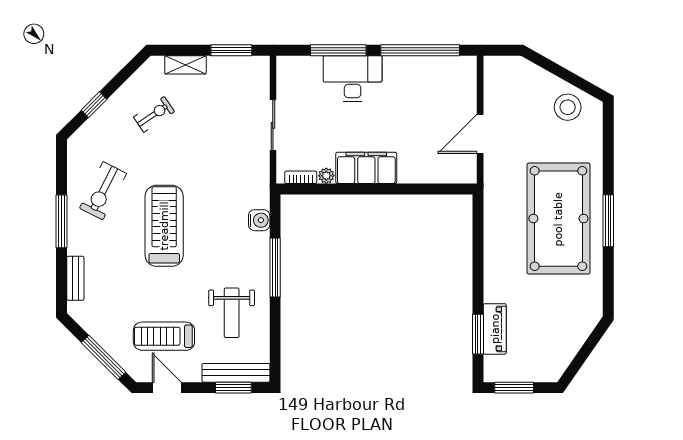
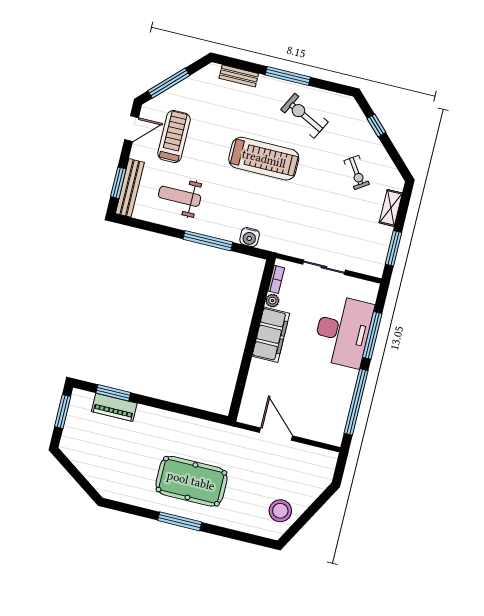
desk: (353, 79) -> (343, 331), width x1.36, depth x1.30
pool table: (558, 219) -> (191, 481), width x0.73, depth x0.76

